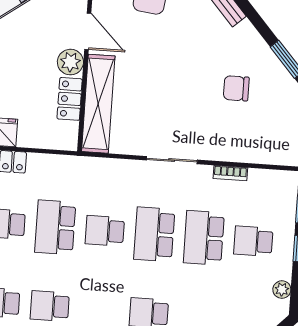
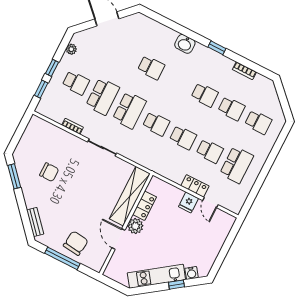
school desk: (55, 227) -> (183, 138), width x0.54

